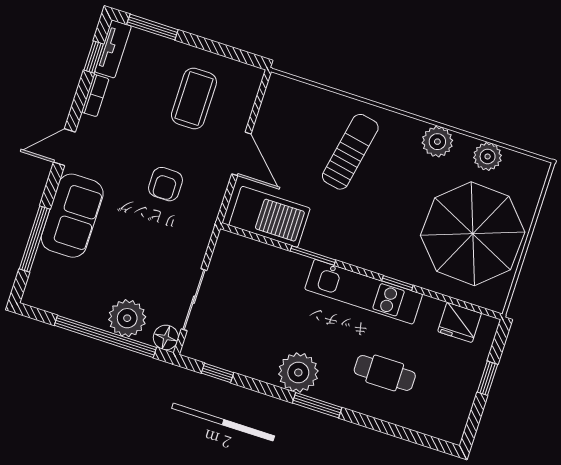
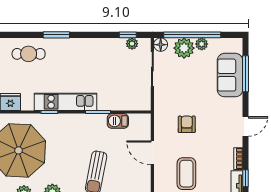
sofa: (72, 216) -> (230, 75), moved
barbecue: (270, 217) -> (118, 121), width x0.53, depth x0.65
plant: (94, 315) -> (202, 44), added
plant: (298, 372) -> (132, 44), moved, width x0.53, depth x0.53
cafe table: (385, 373) -> (29, 54), moved
window: (317, 405) -> (56, 35), moved

